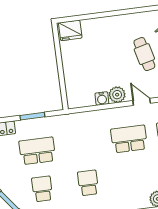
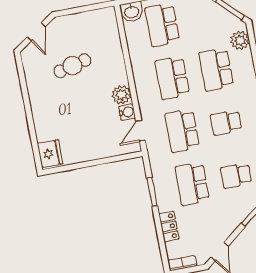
door: (142, 102) -> (141, 131), moved
school desk: (83, 145) -> (182, 131), added
school desk: (134, 177) -> (216, 70), added

